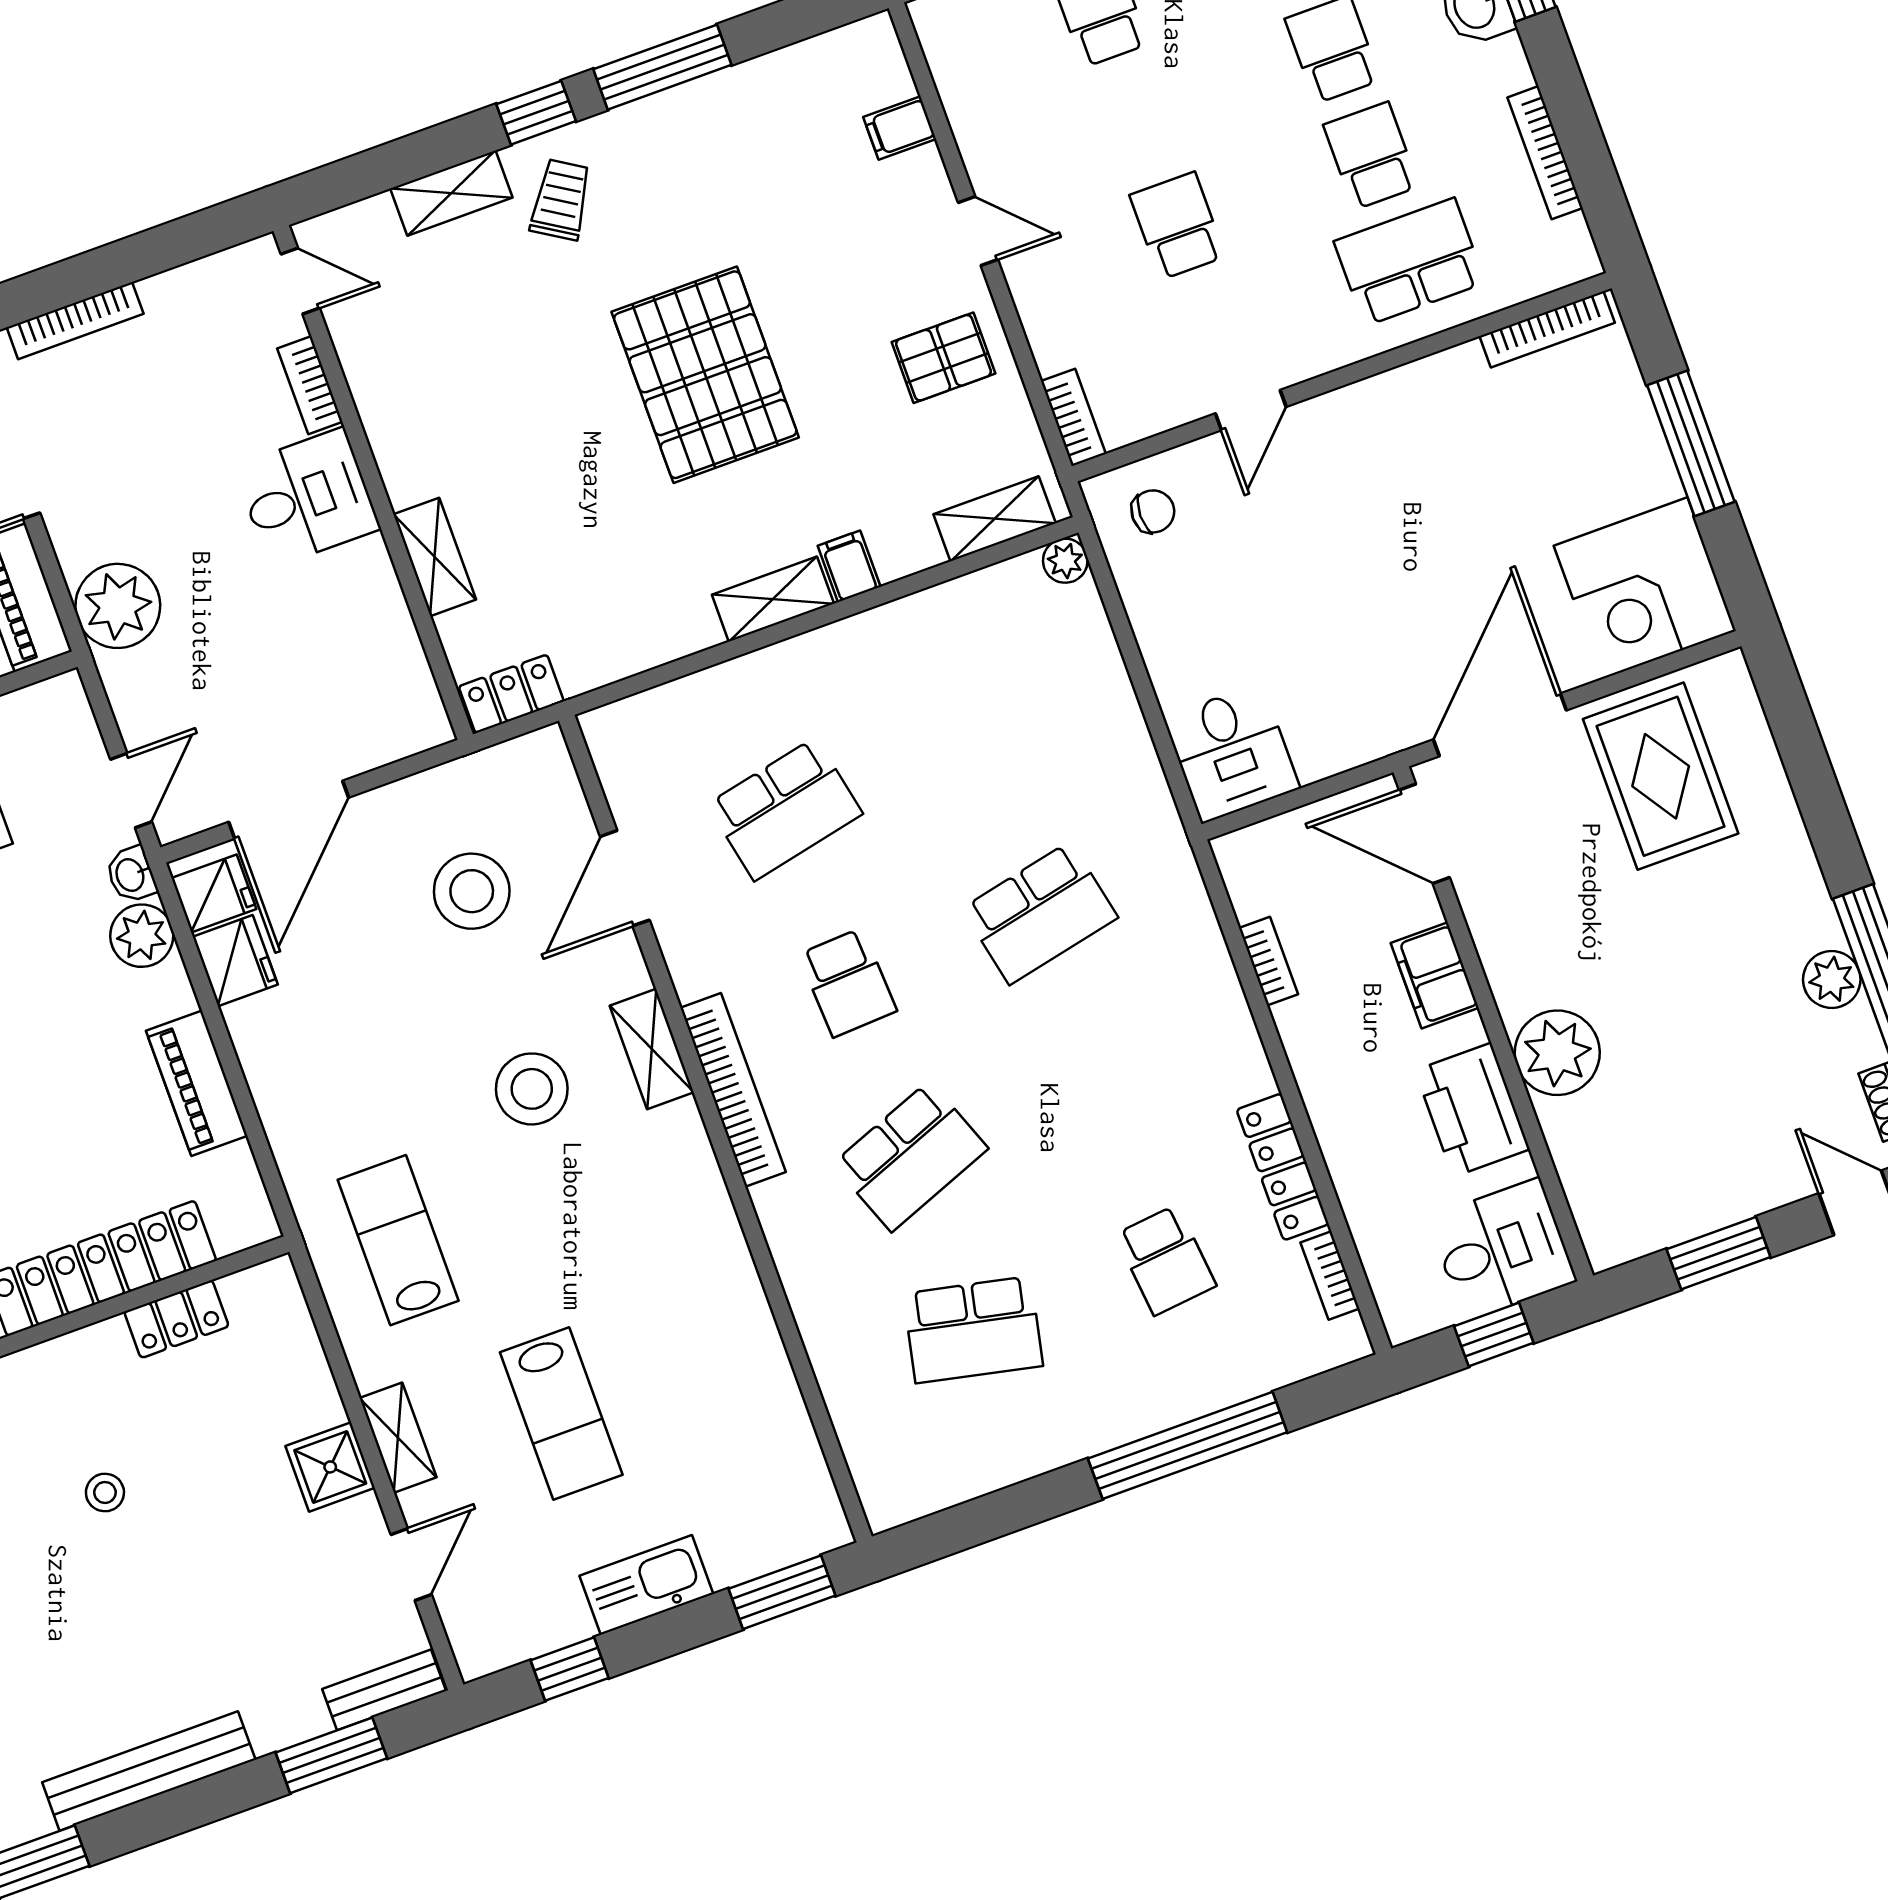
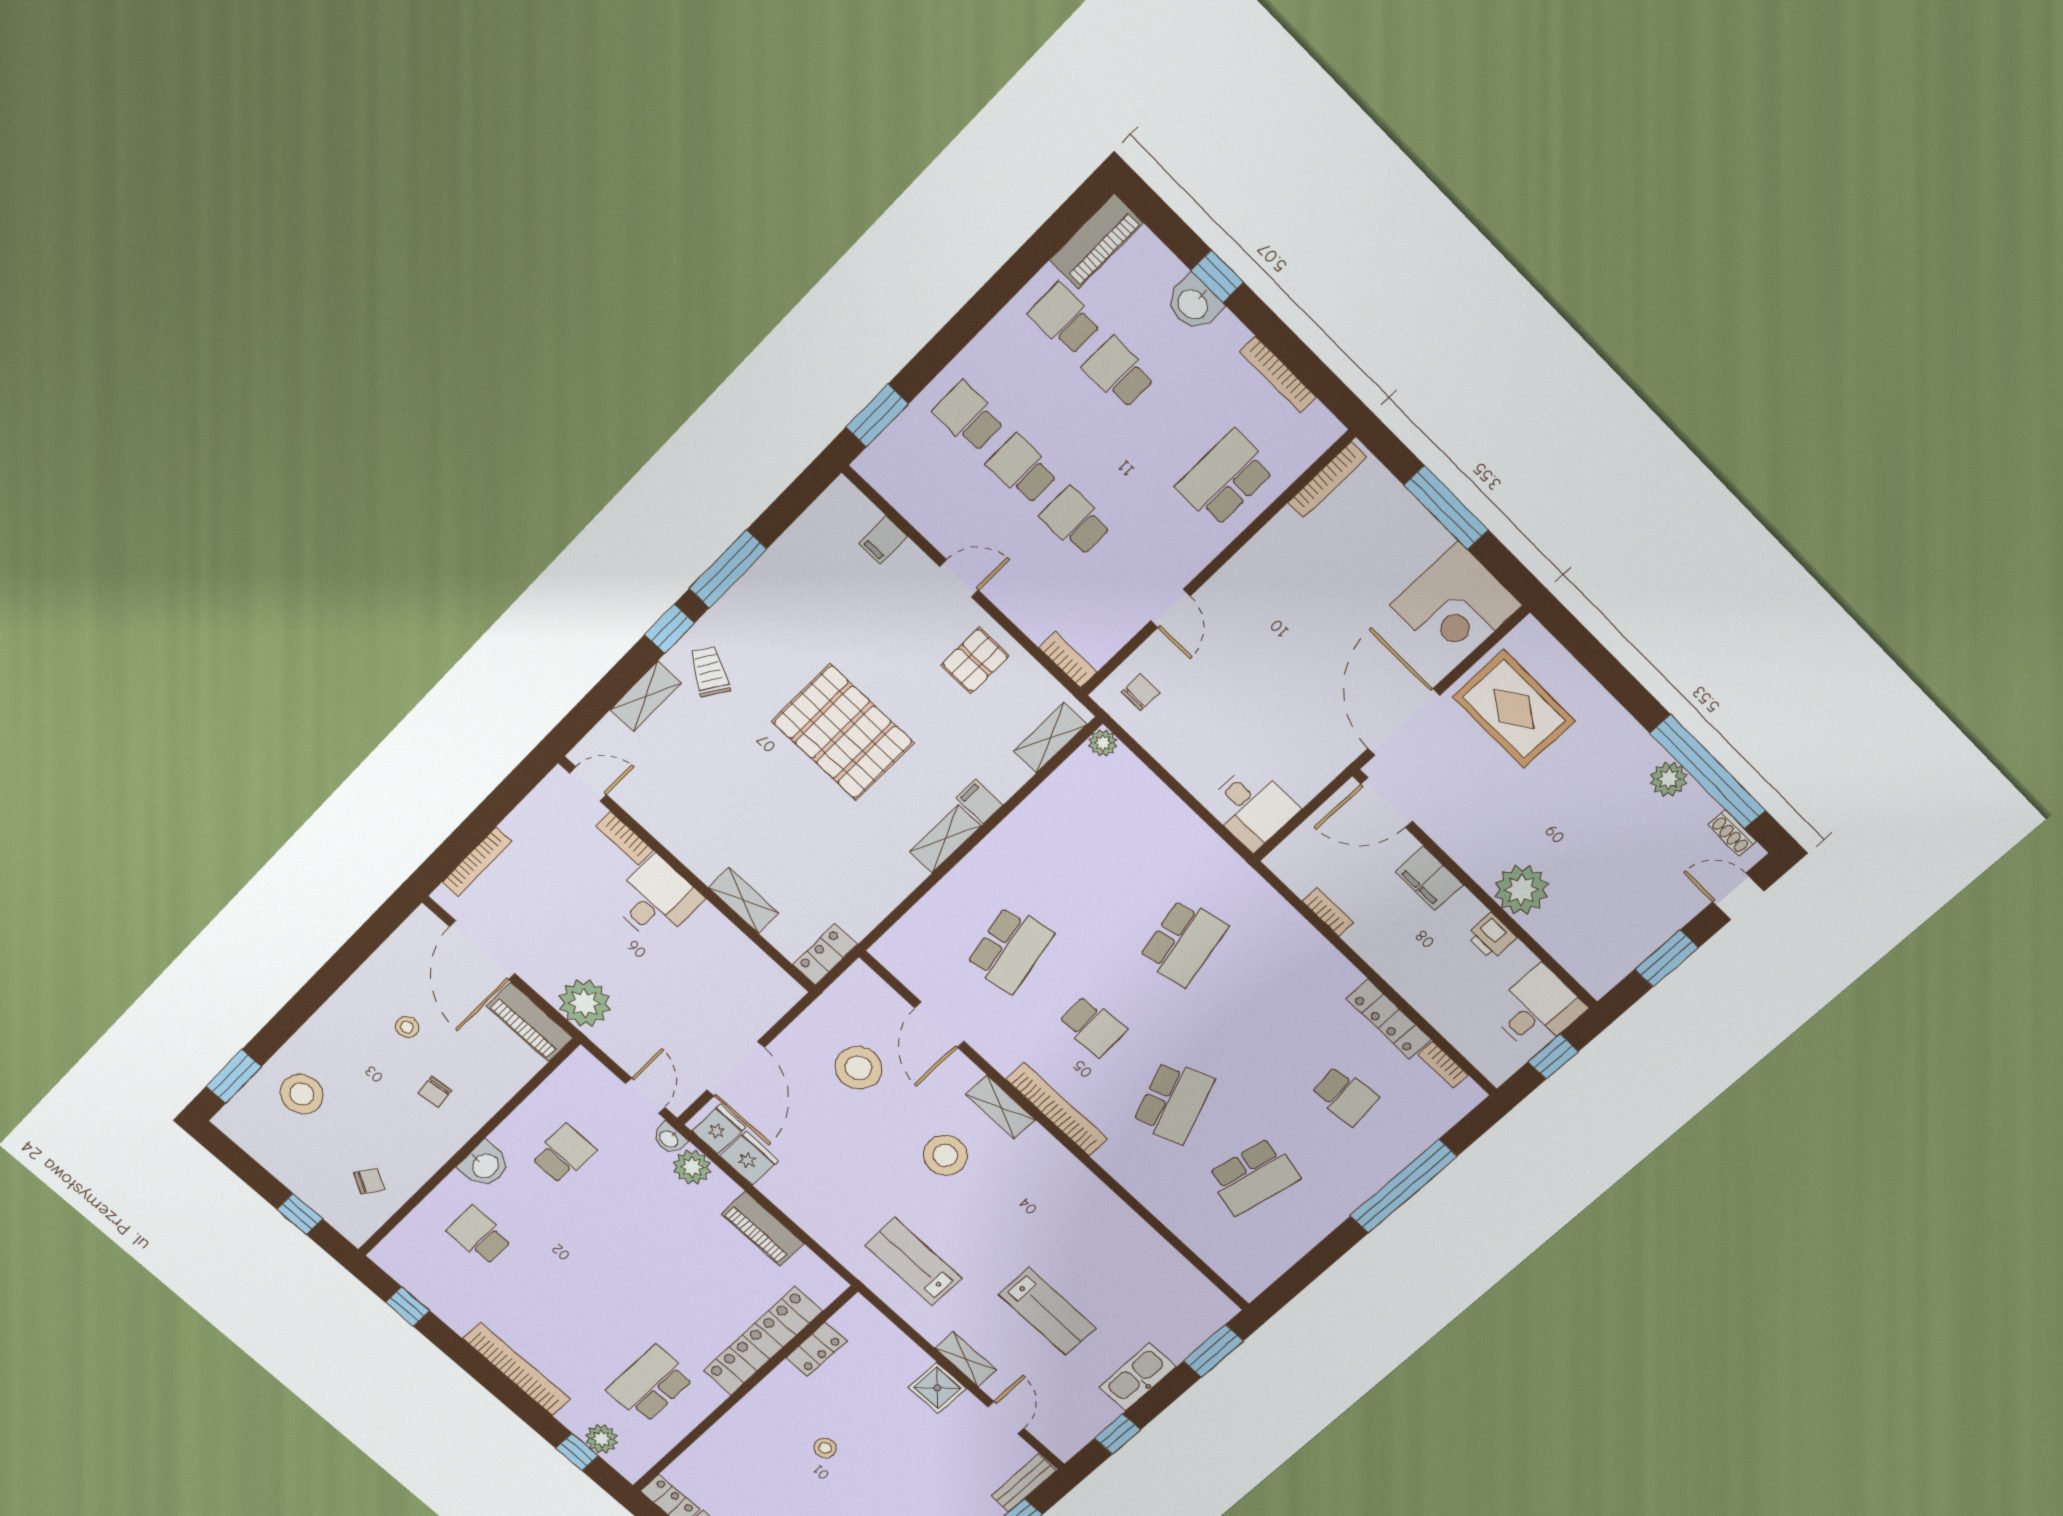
school desk: (1371, 156) -> (1022, 469), moved
printer: (1472, 1110) -> (1491, 936), width x0.53, depth x0.68

